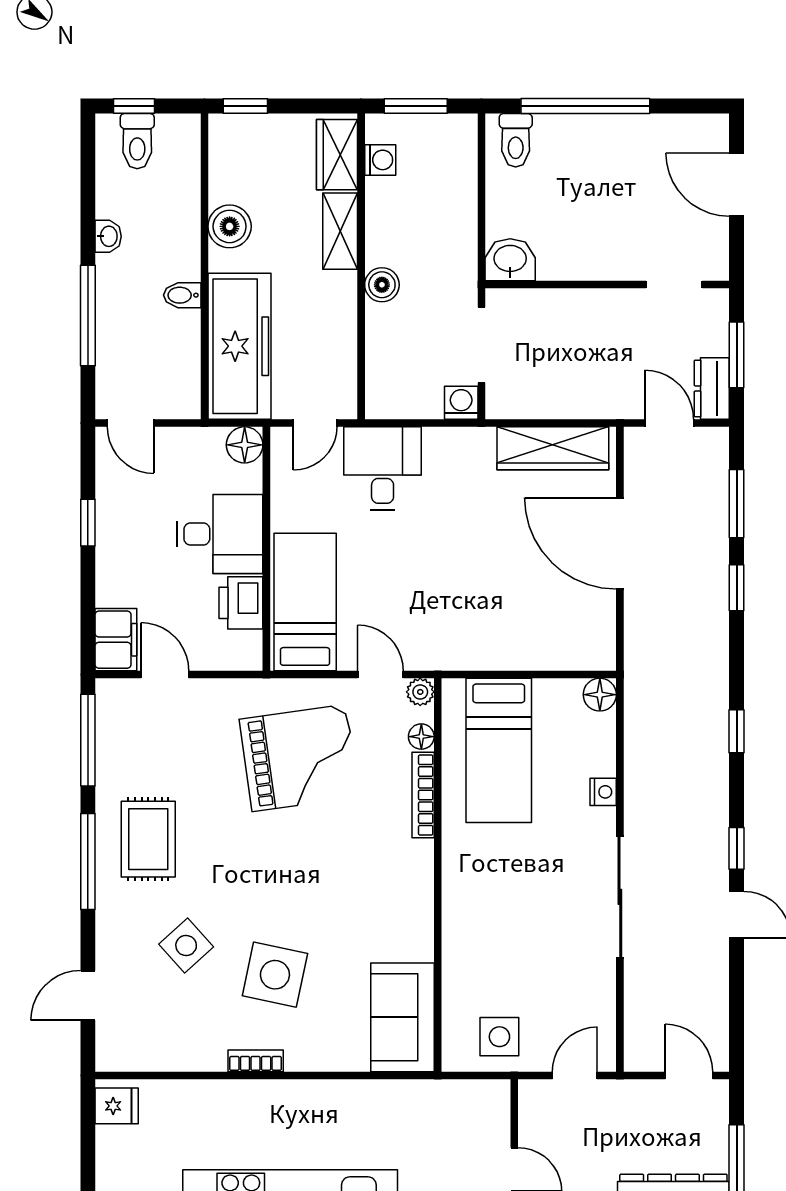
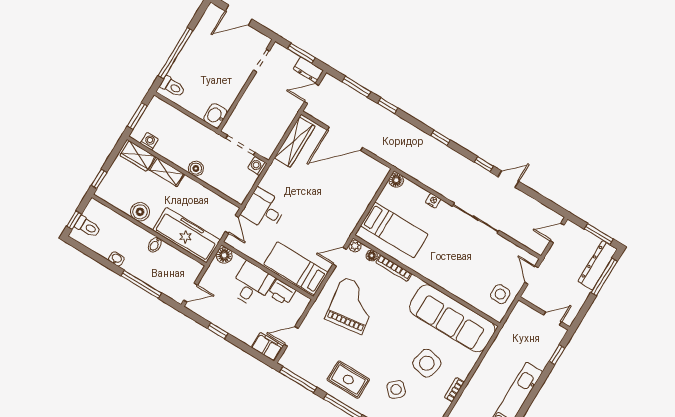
sofa: (403, 1017) -> (452, 318), width x1.85, depth x1.27

